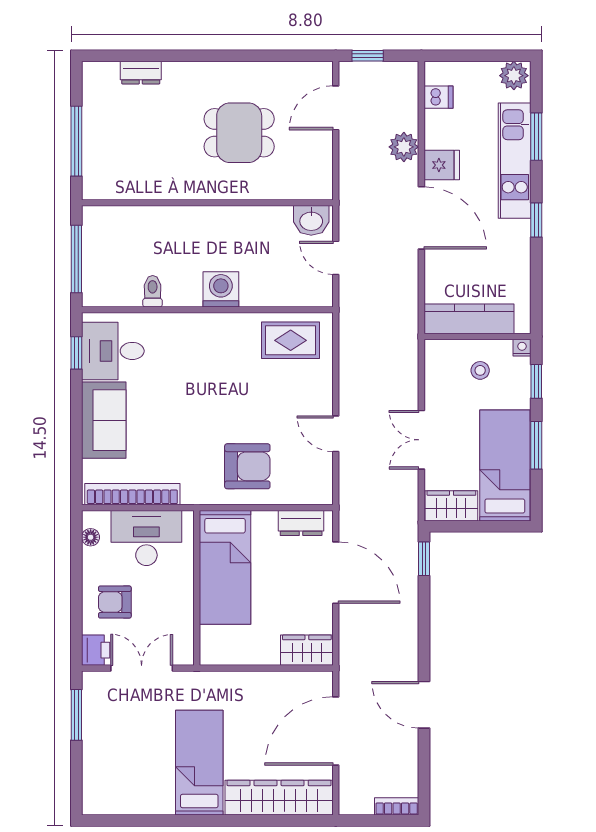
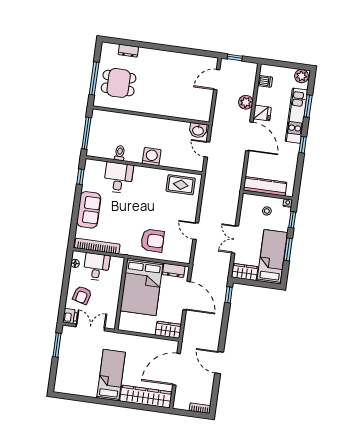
dining table: (239, 133) -> (119, 83), moved
desk: (113, 351) -> (118, 178), moved, turned 90
desk: (146, 538) -> (97, 267), width x0.73
bed: (225, 567) -> (142, 287), width x1.50
armchair: (115, 602) -> (82, 295), turned -75

